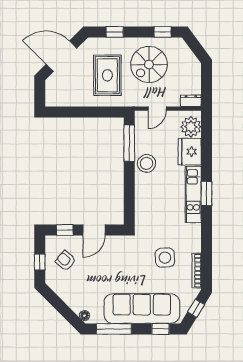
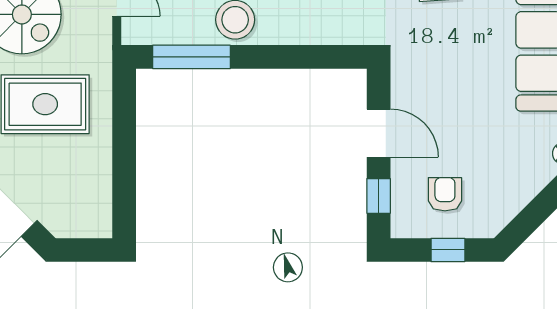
armchair: (66, 261) -> (445, 194), turned 140

